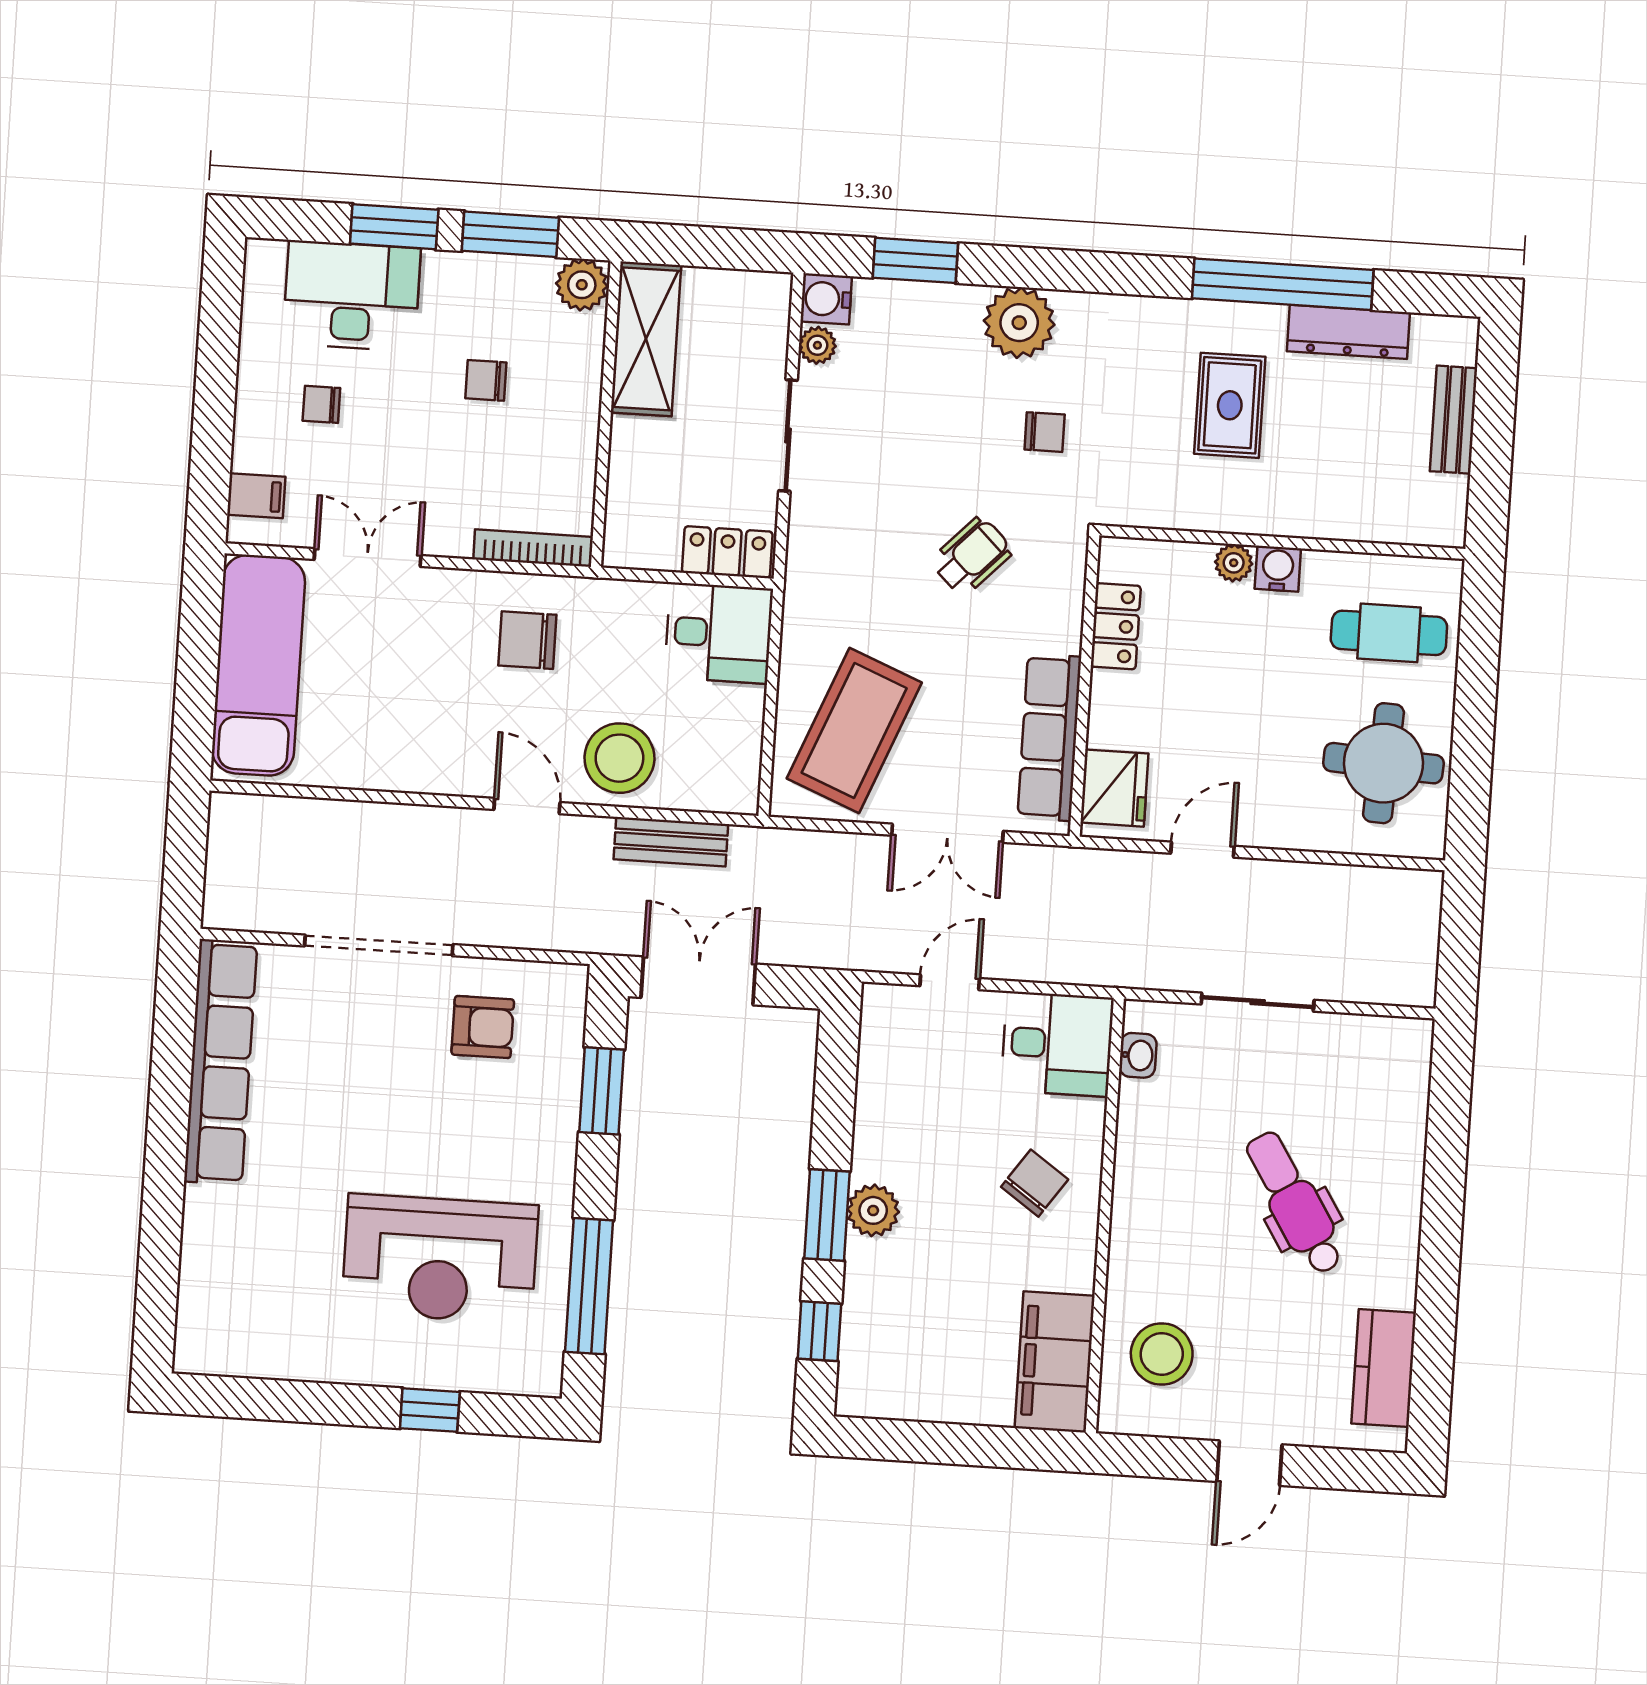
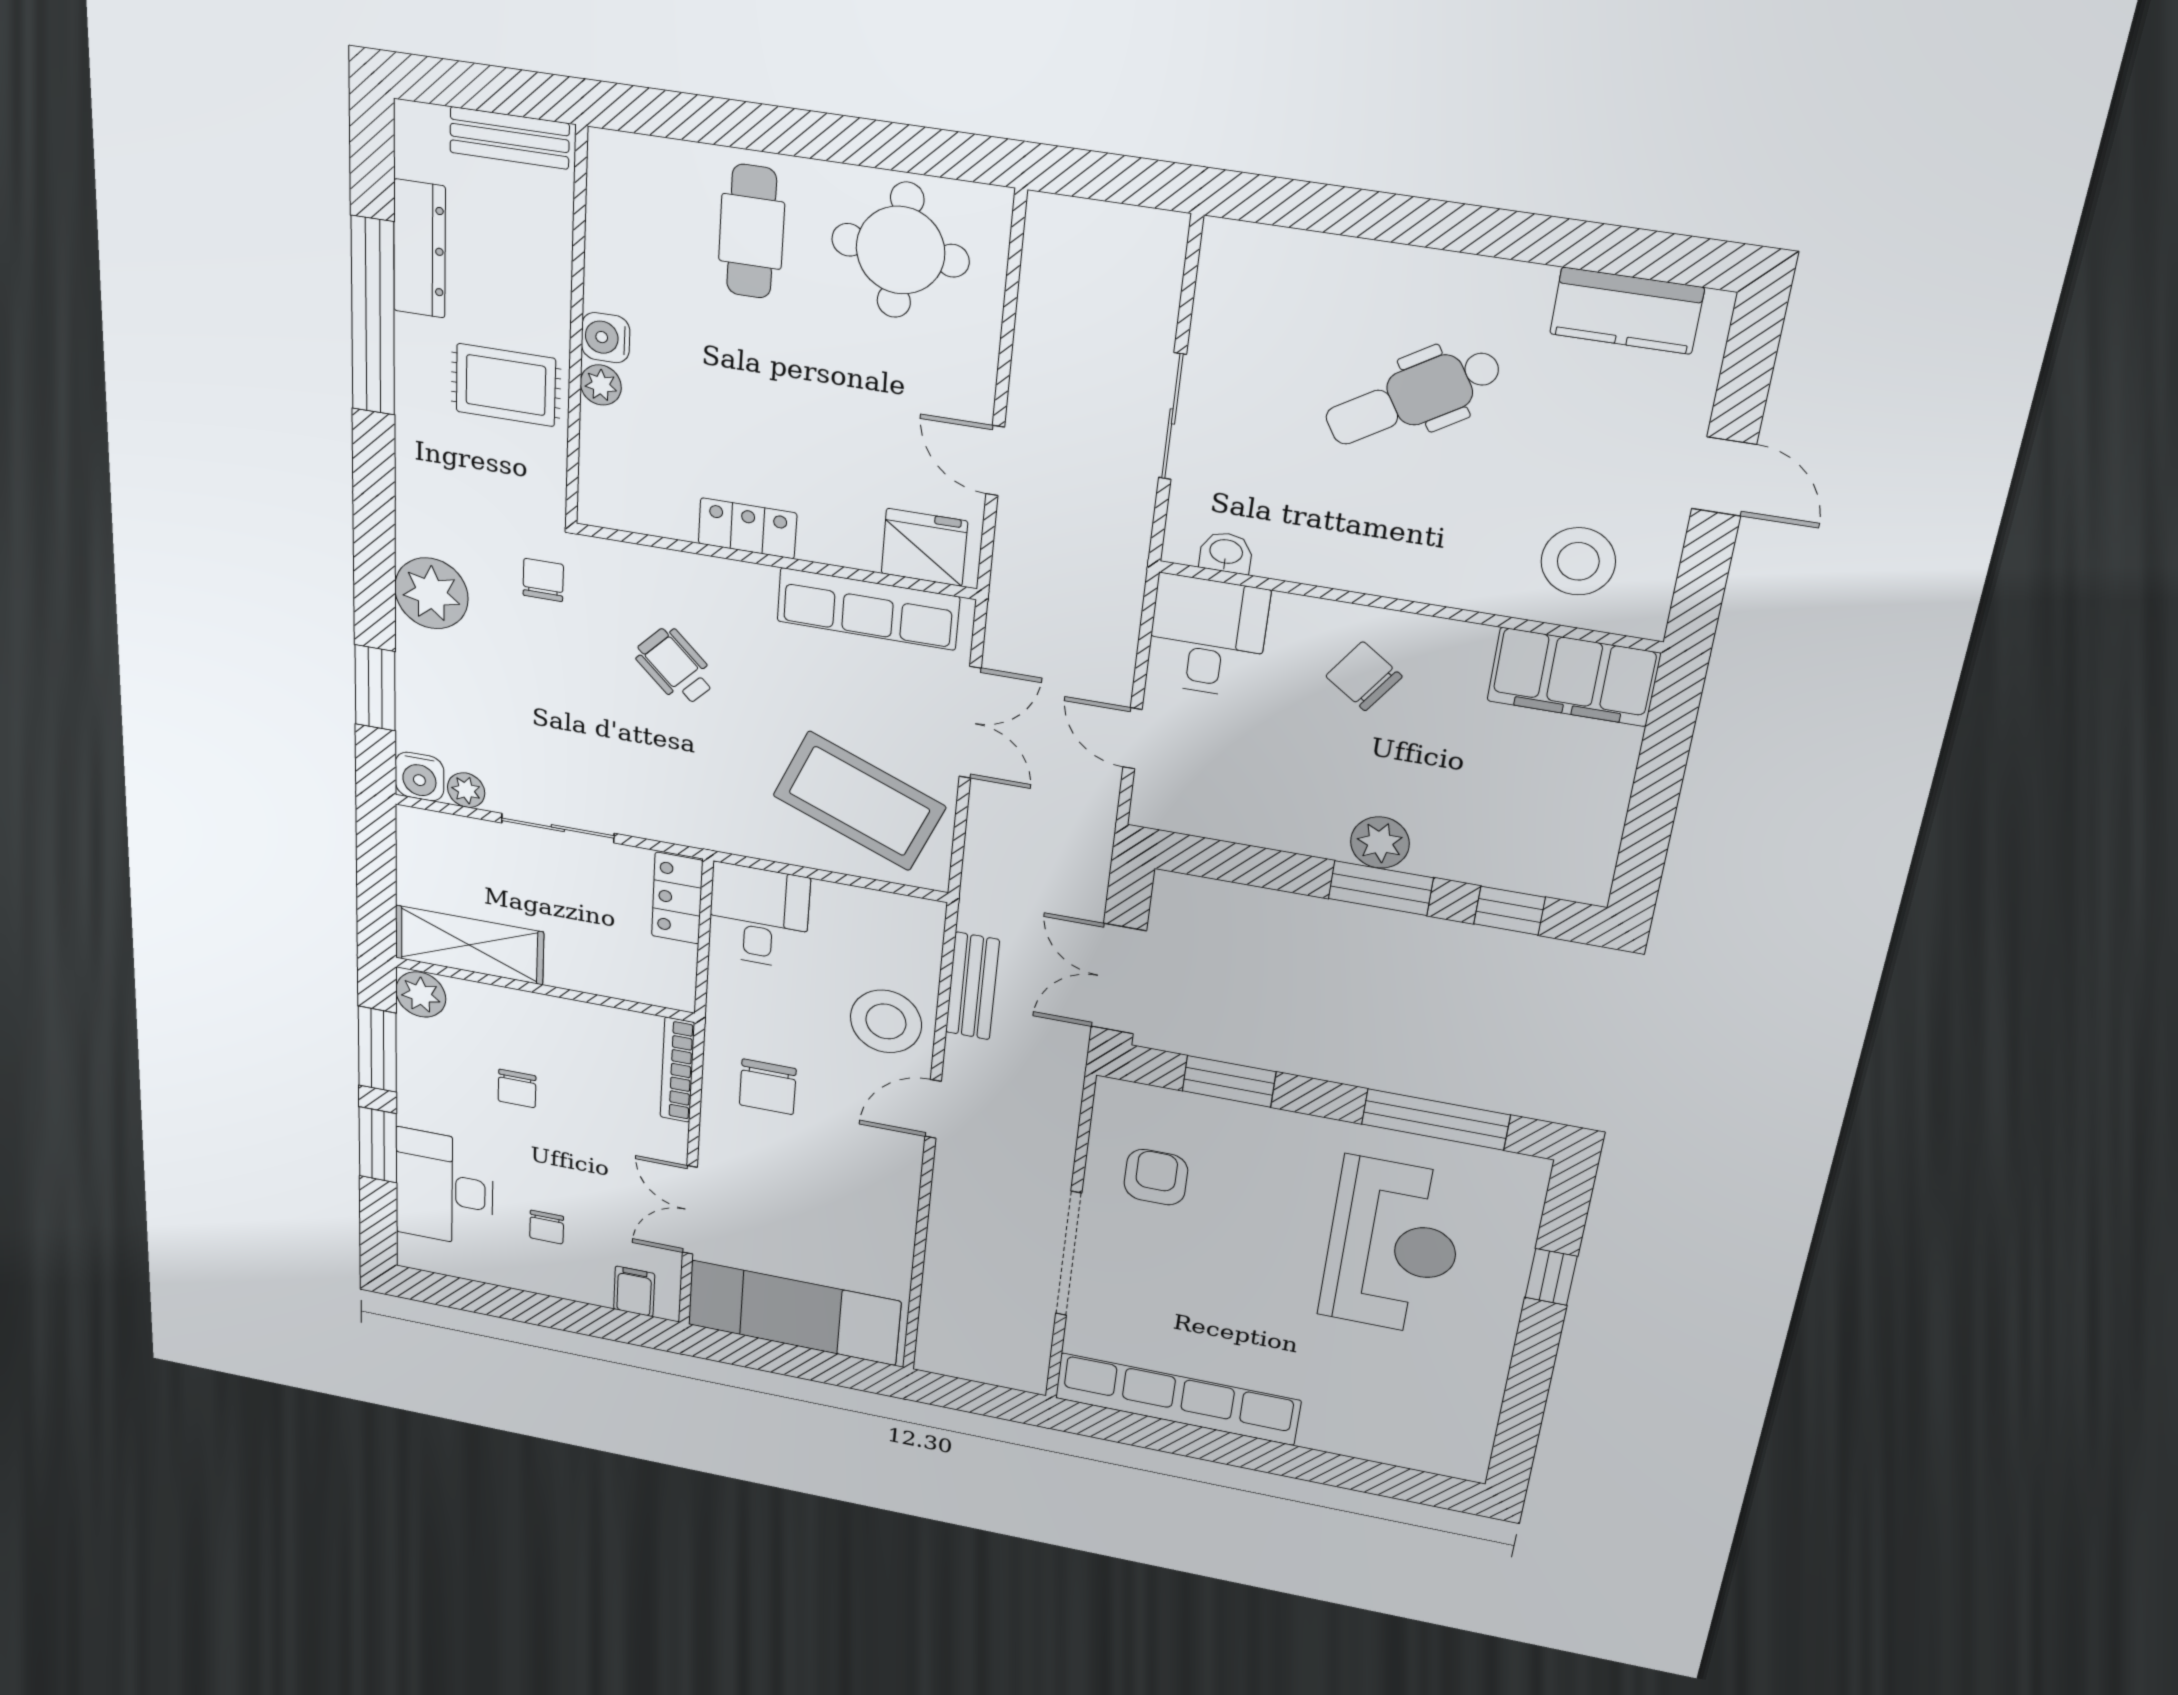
wall: (1282, 542) -> (576, 330), moved
plant: (1234, 563) -> (601, 385), moved
water cooler: (1278, 569) -> (606, 338), moved

